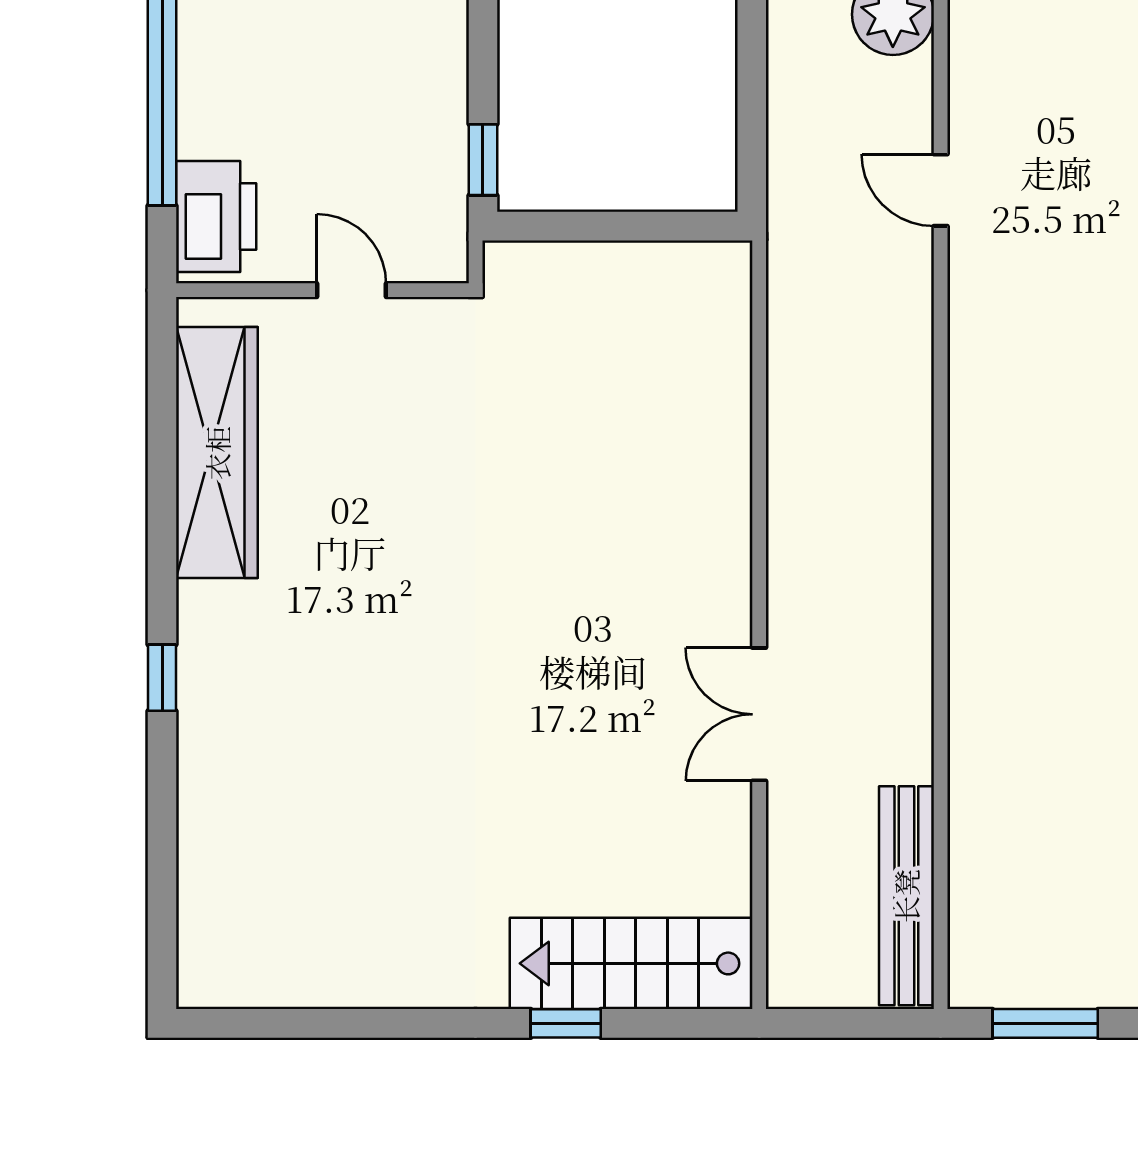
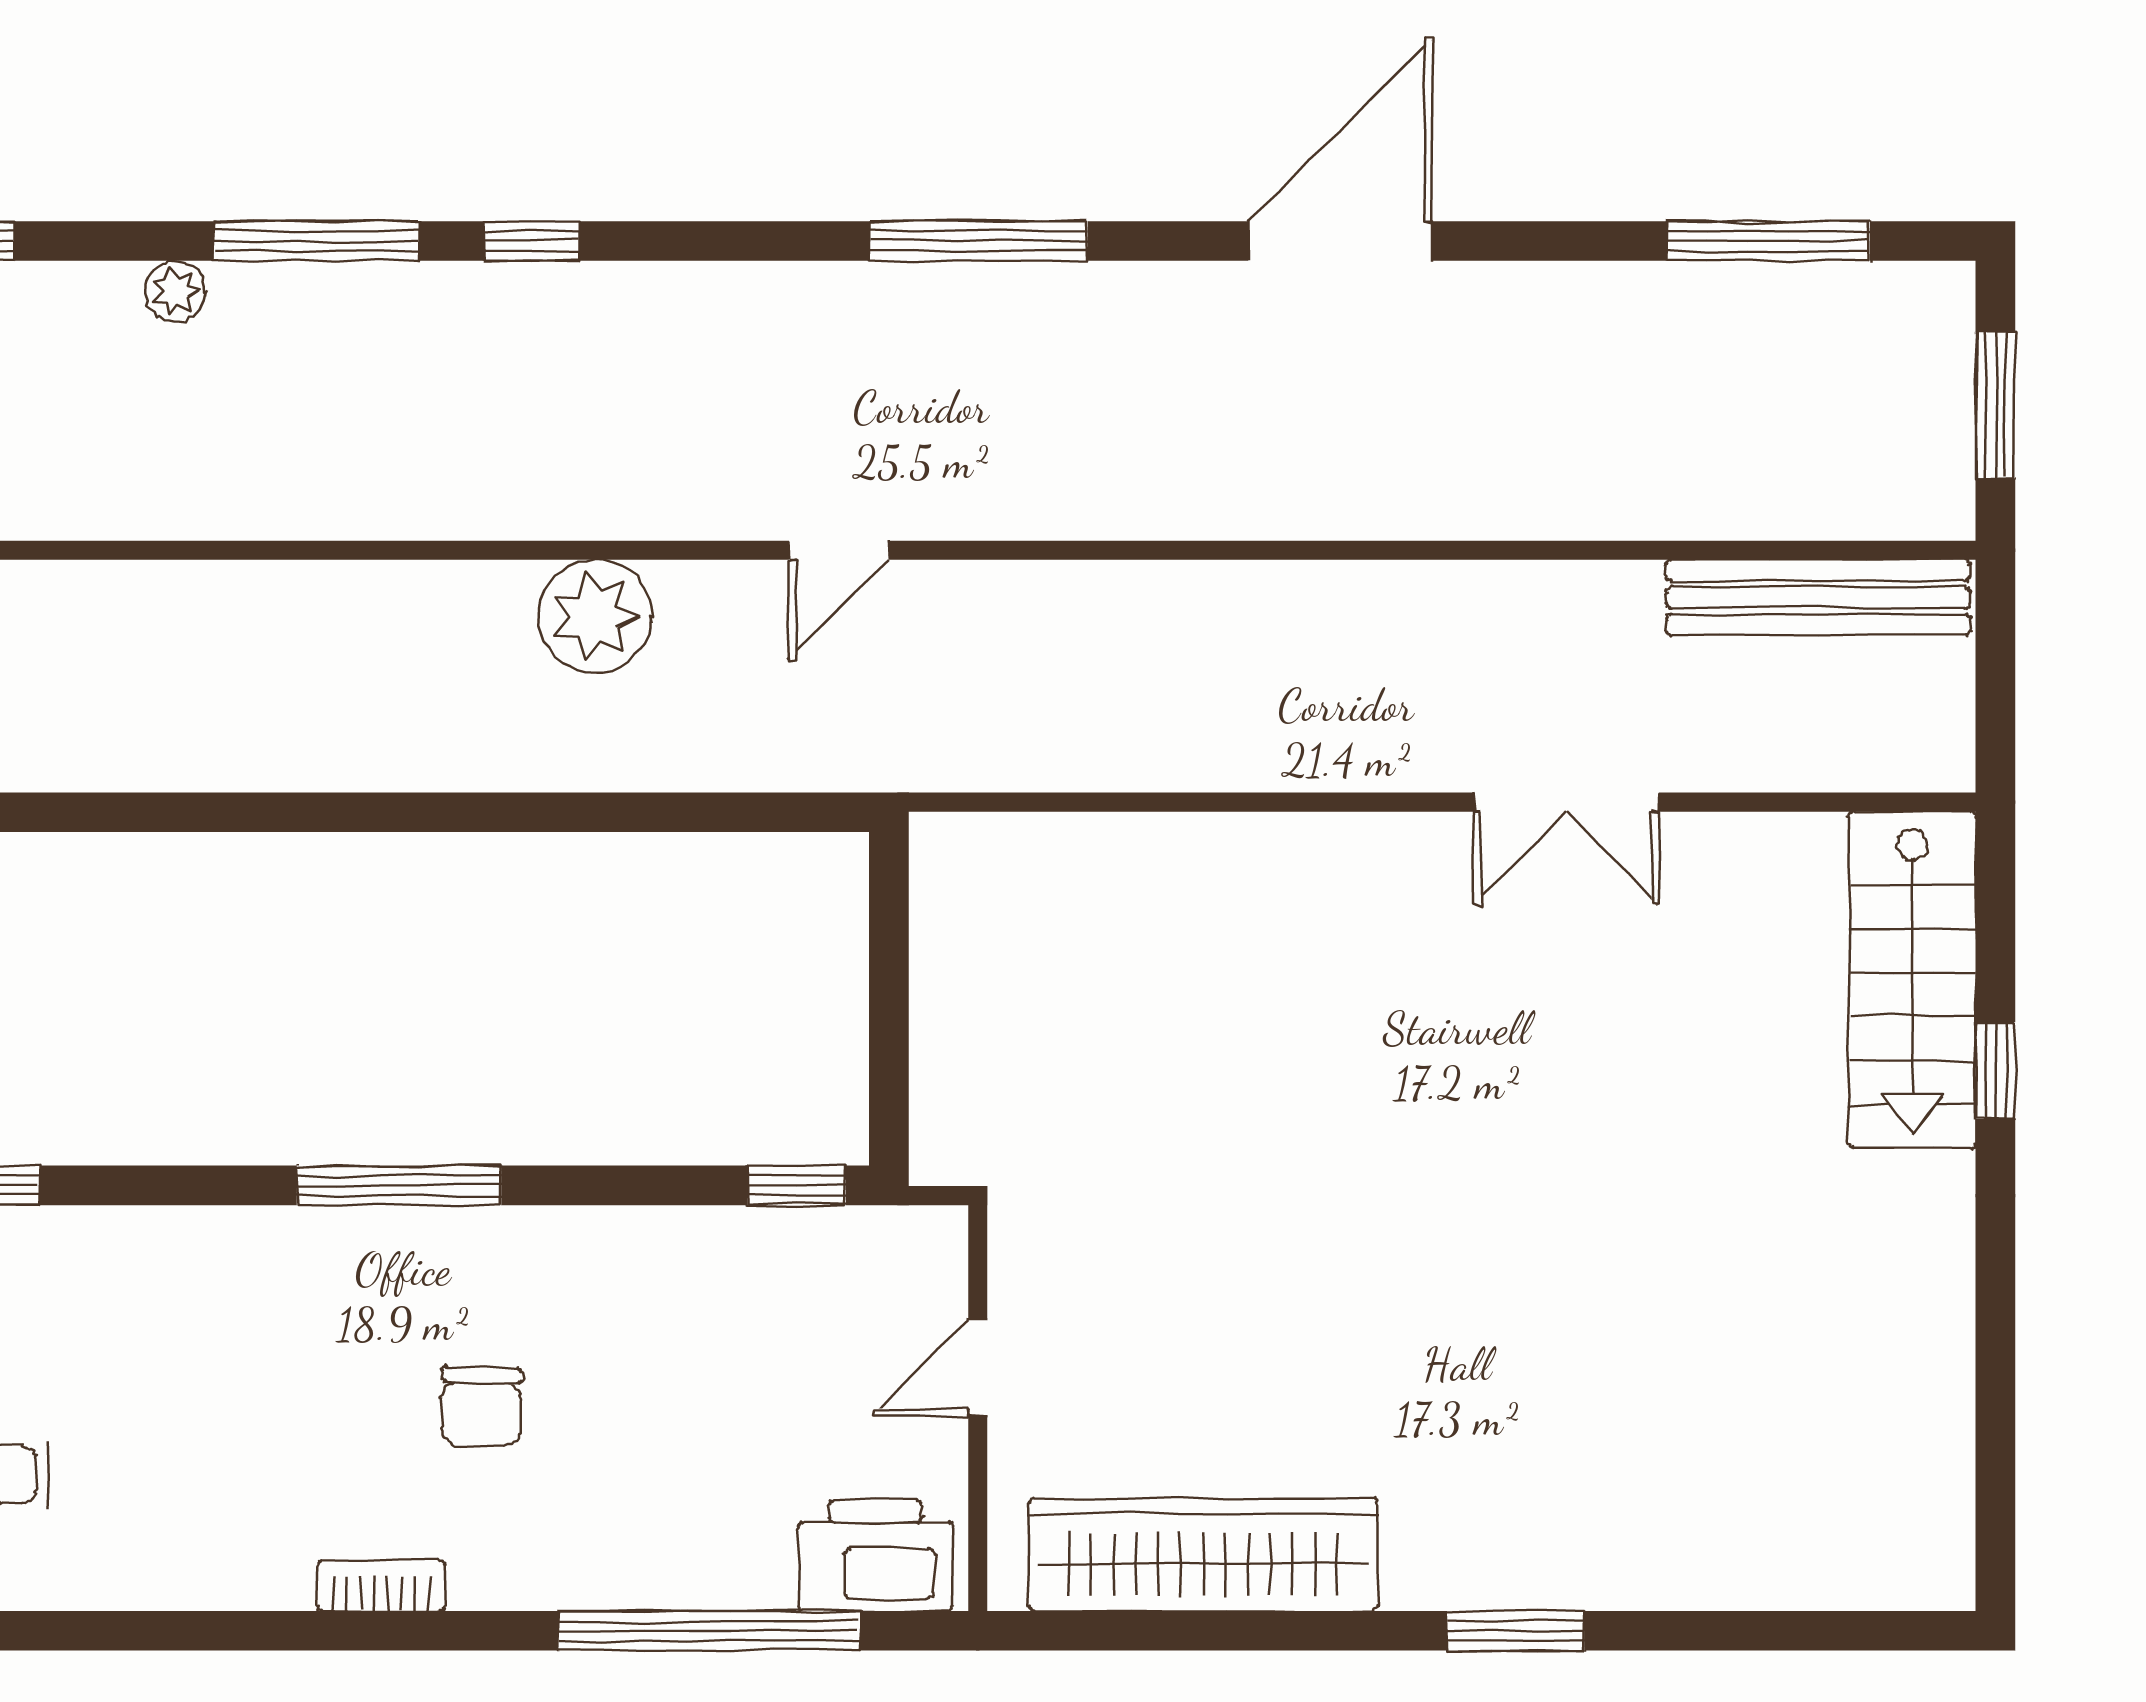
window: (162, 678) -> (1516, 1631), width x1.50

